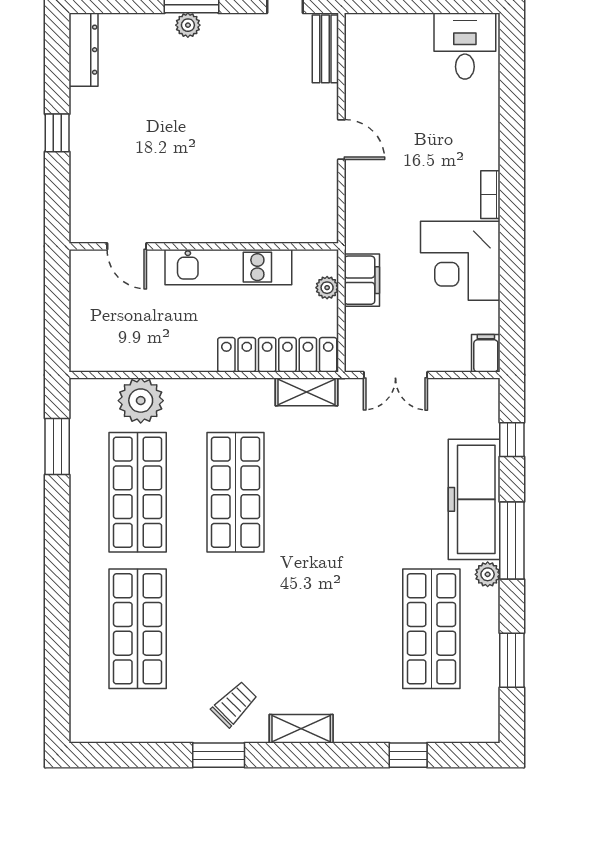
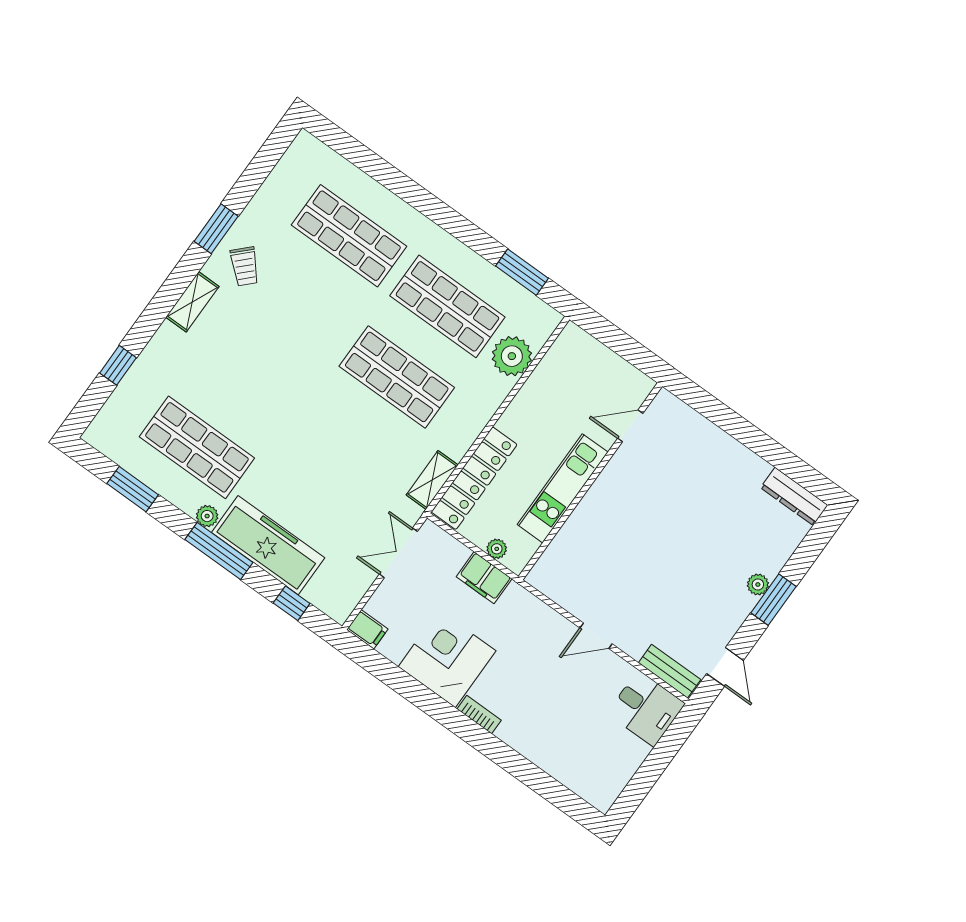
desk: (465, 46) -> (646, 708), moved
window: (57, 133) -> (748, 434), removed

